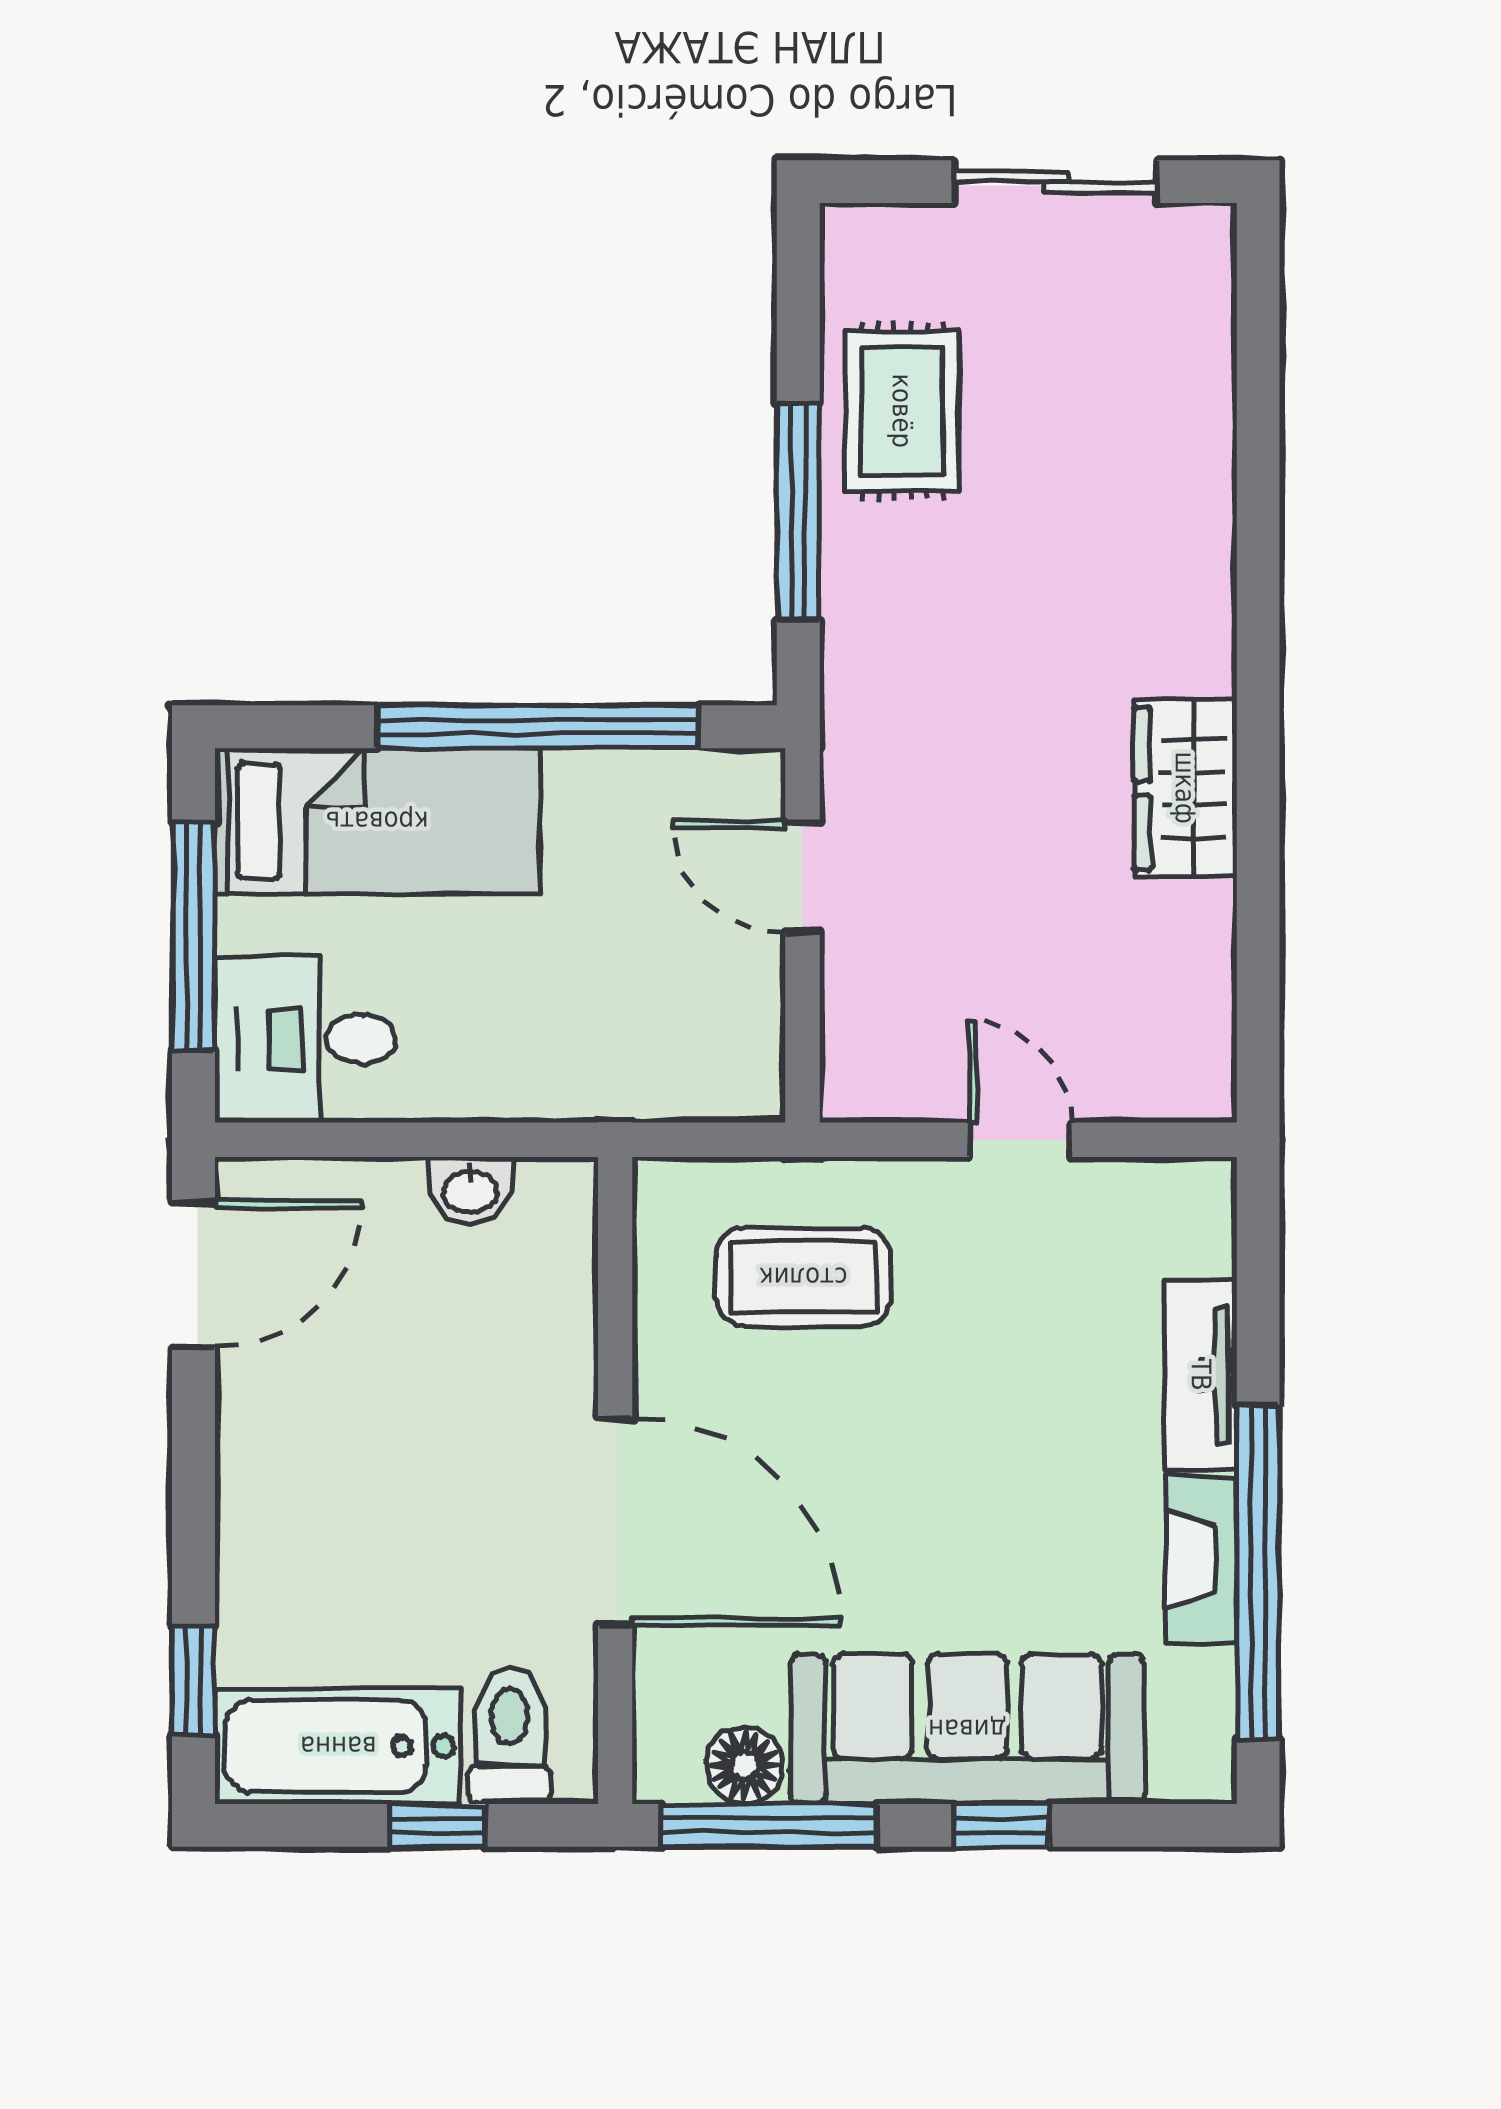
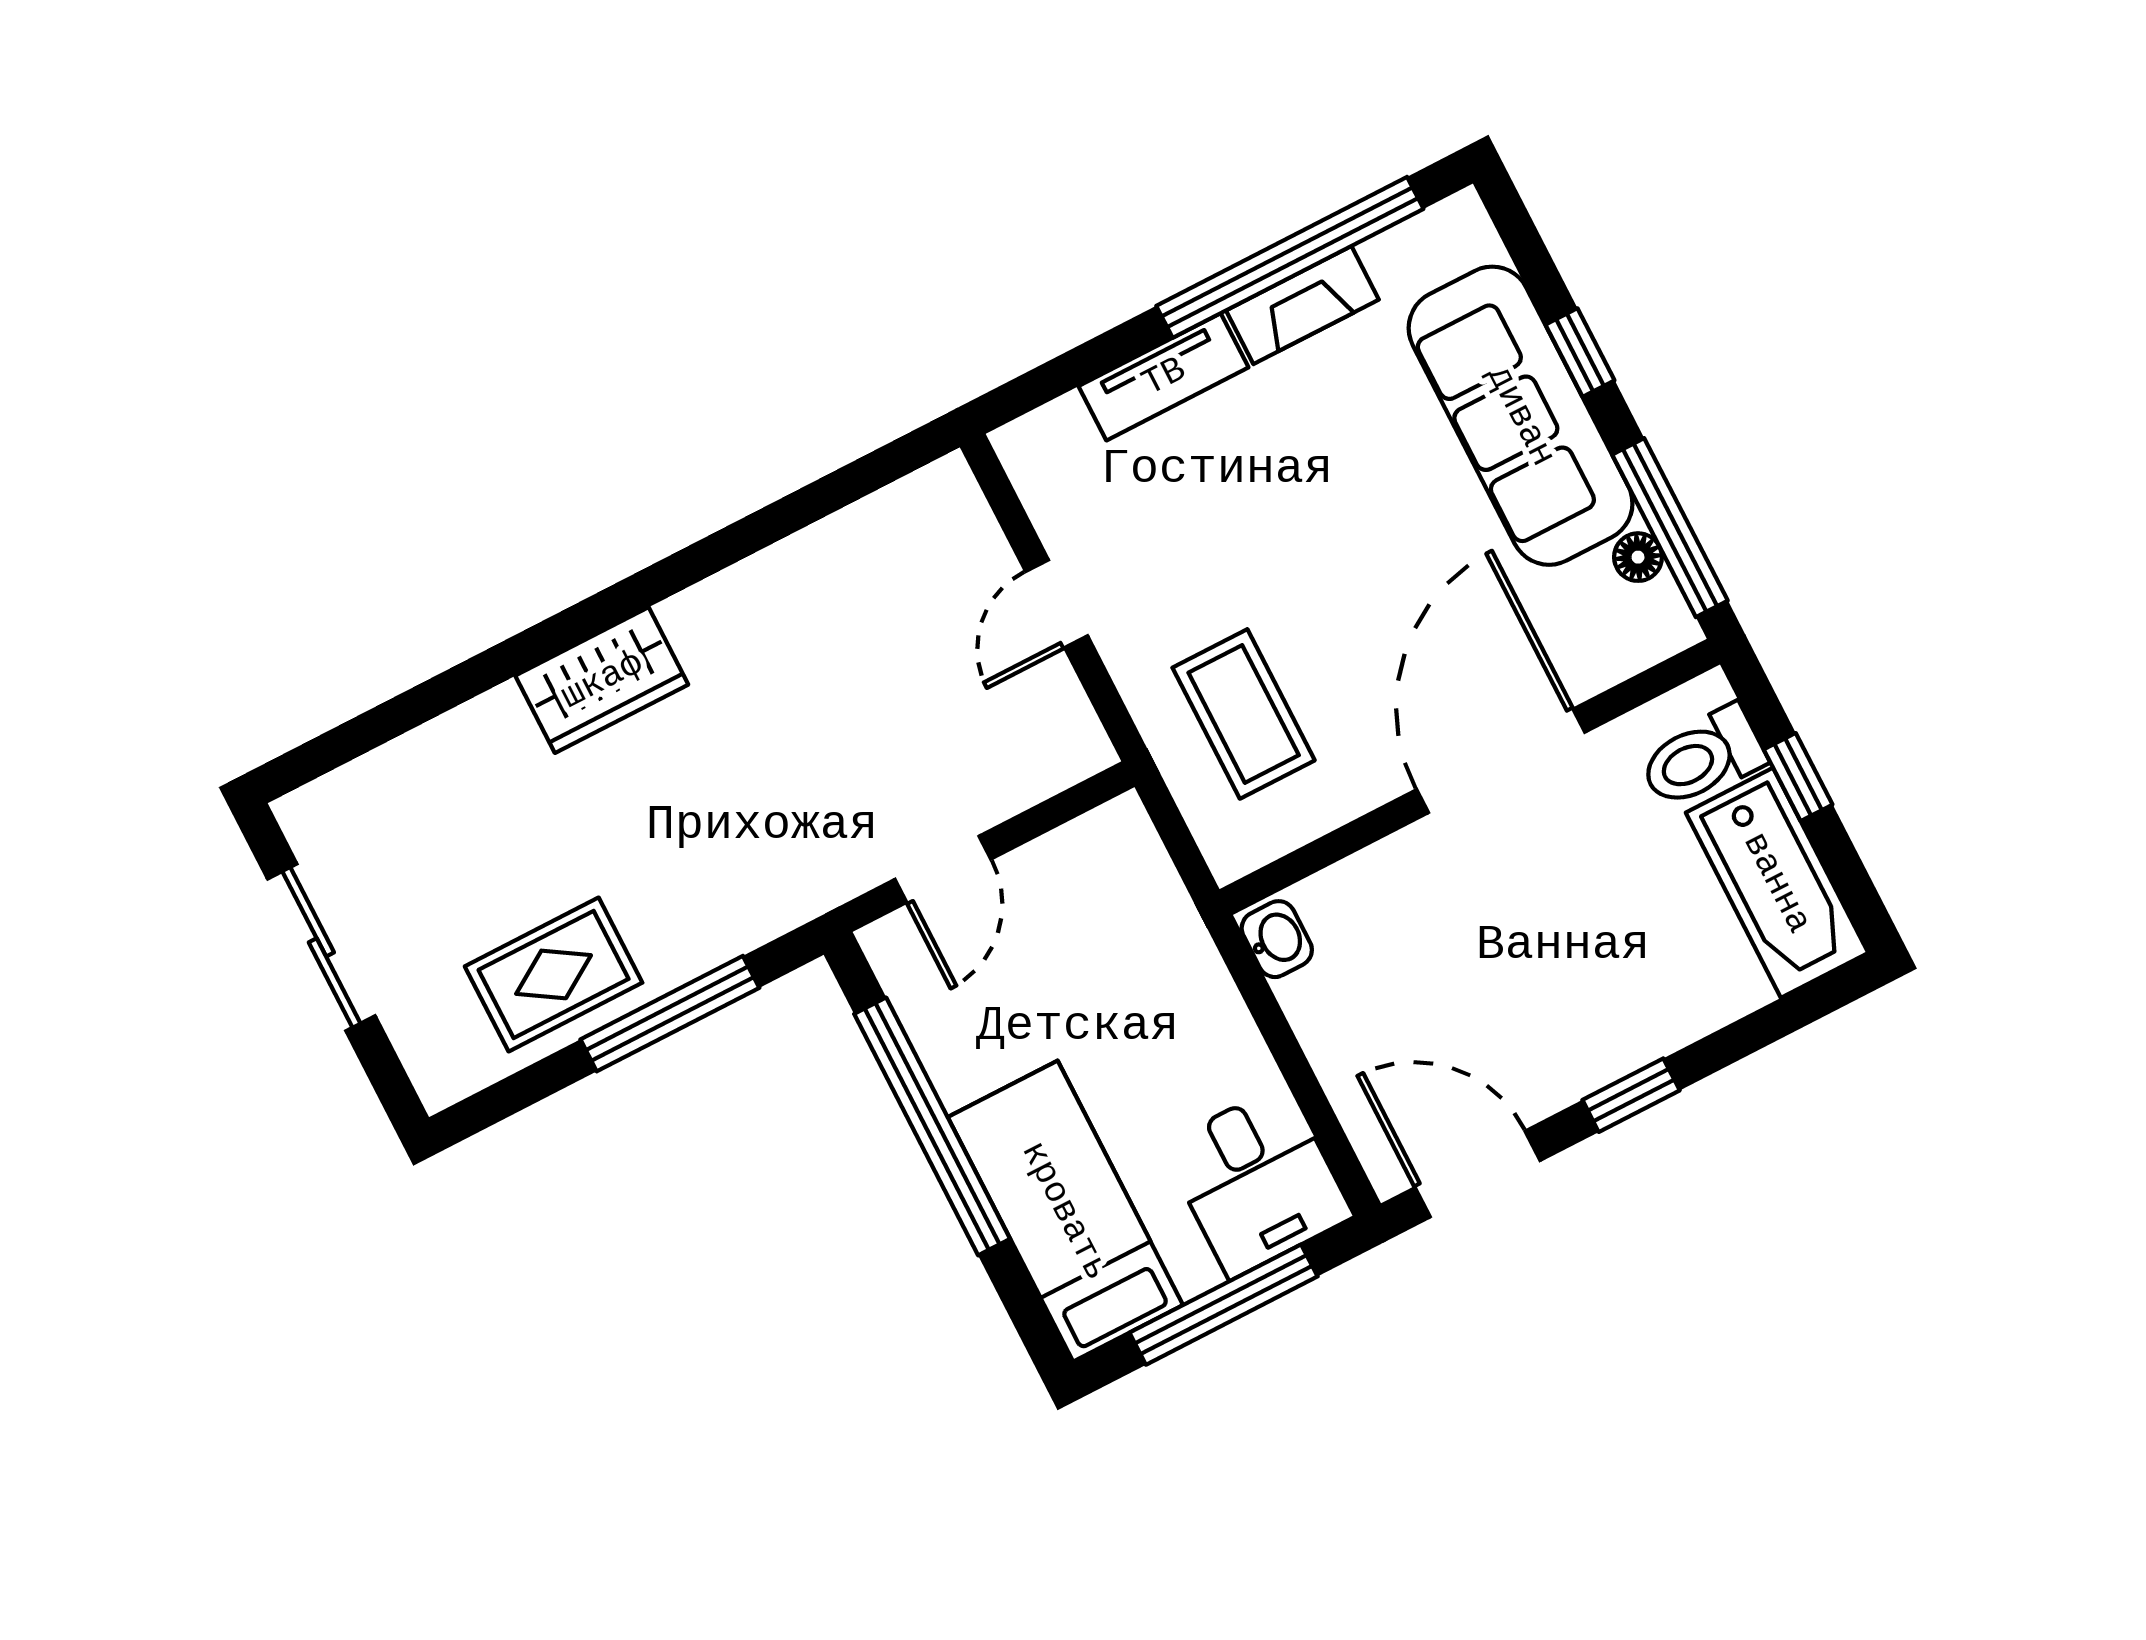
wardrobe: (1185, 788) -> (602, 680), moved
washbasin: (470, 1190) -> (1277, 939), moved
window: (194, 1681) -> (1631, 1095), moved
floor lamp: (745, 1765) -> (1638, 557), width x0.73, depth x0.73

